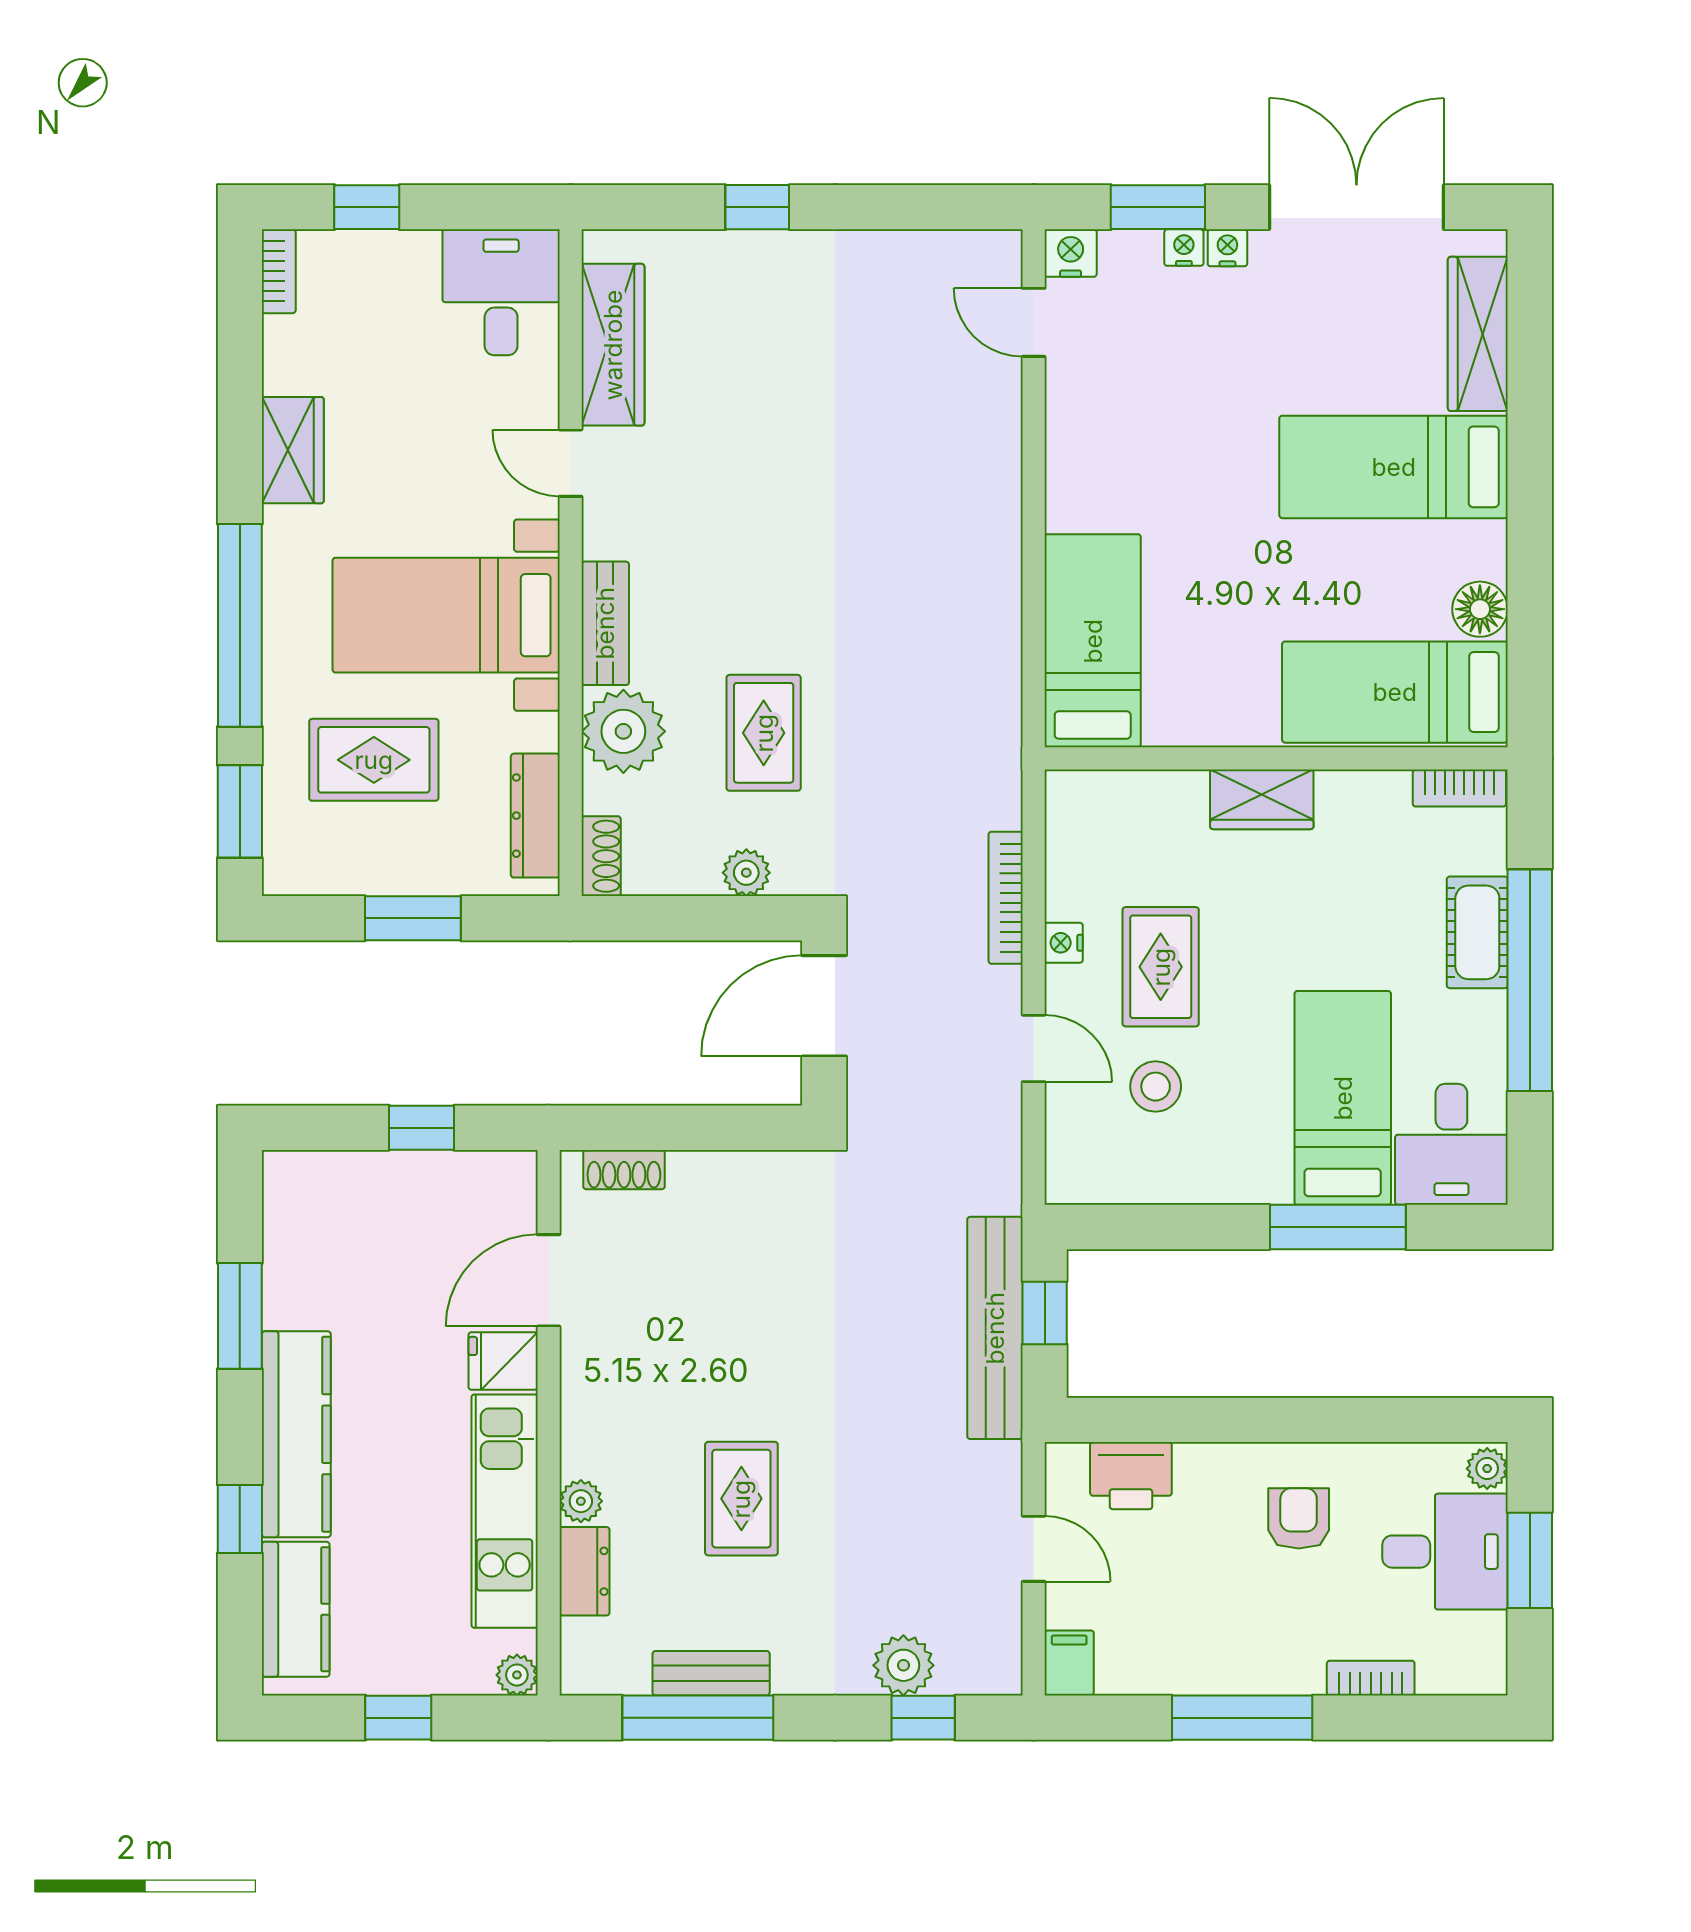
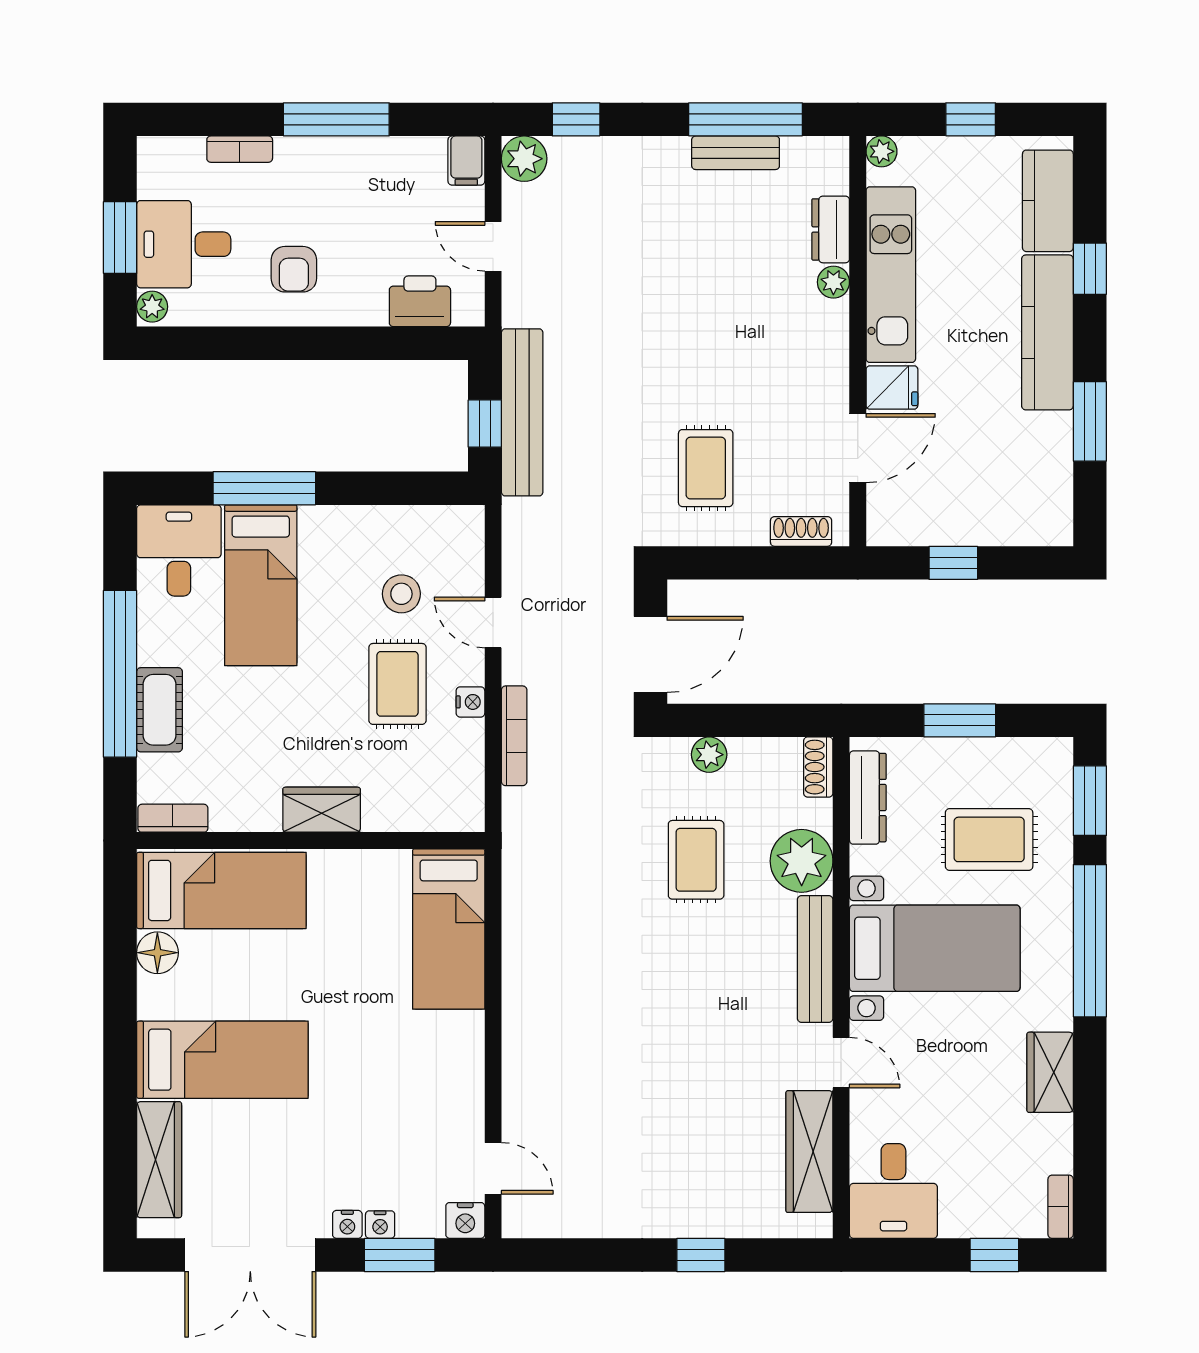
bench: (605, 623) -> (815, 959), width x1.36
rug: (741, 1499) -> (706, 468), moved
plant: (903, 1665) -> (524, 159), moved

